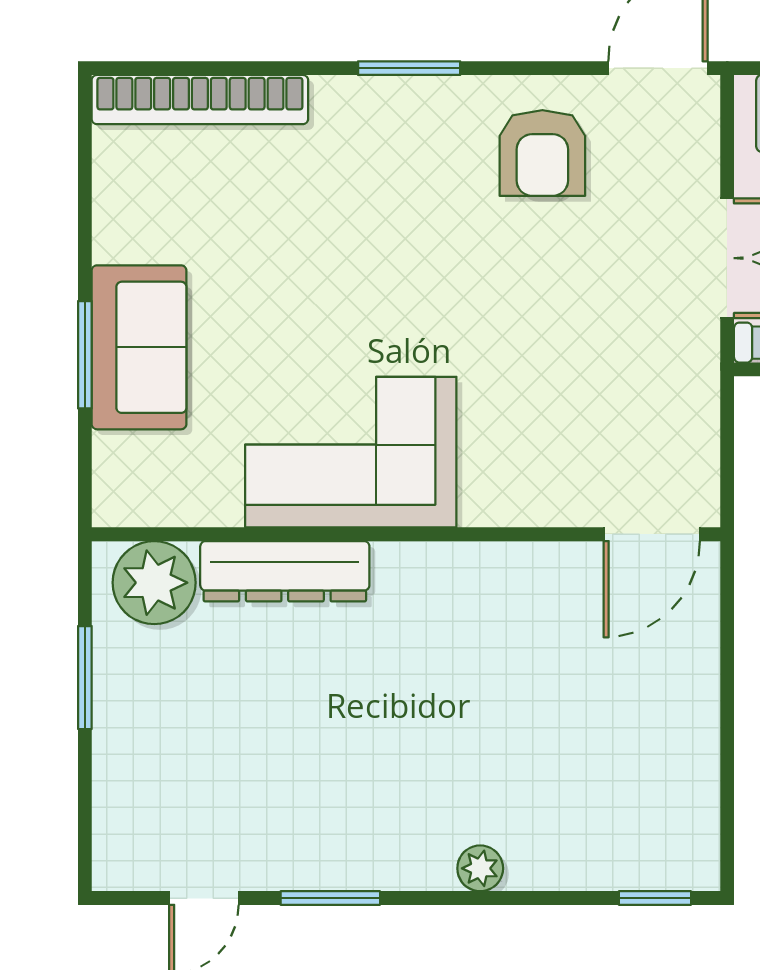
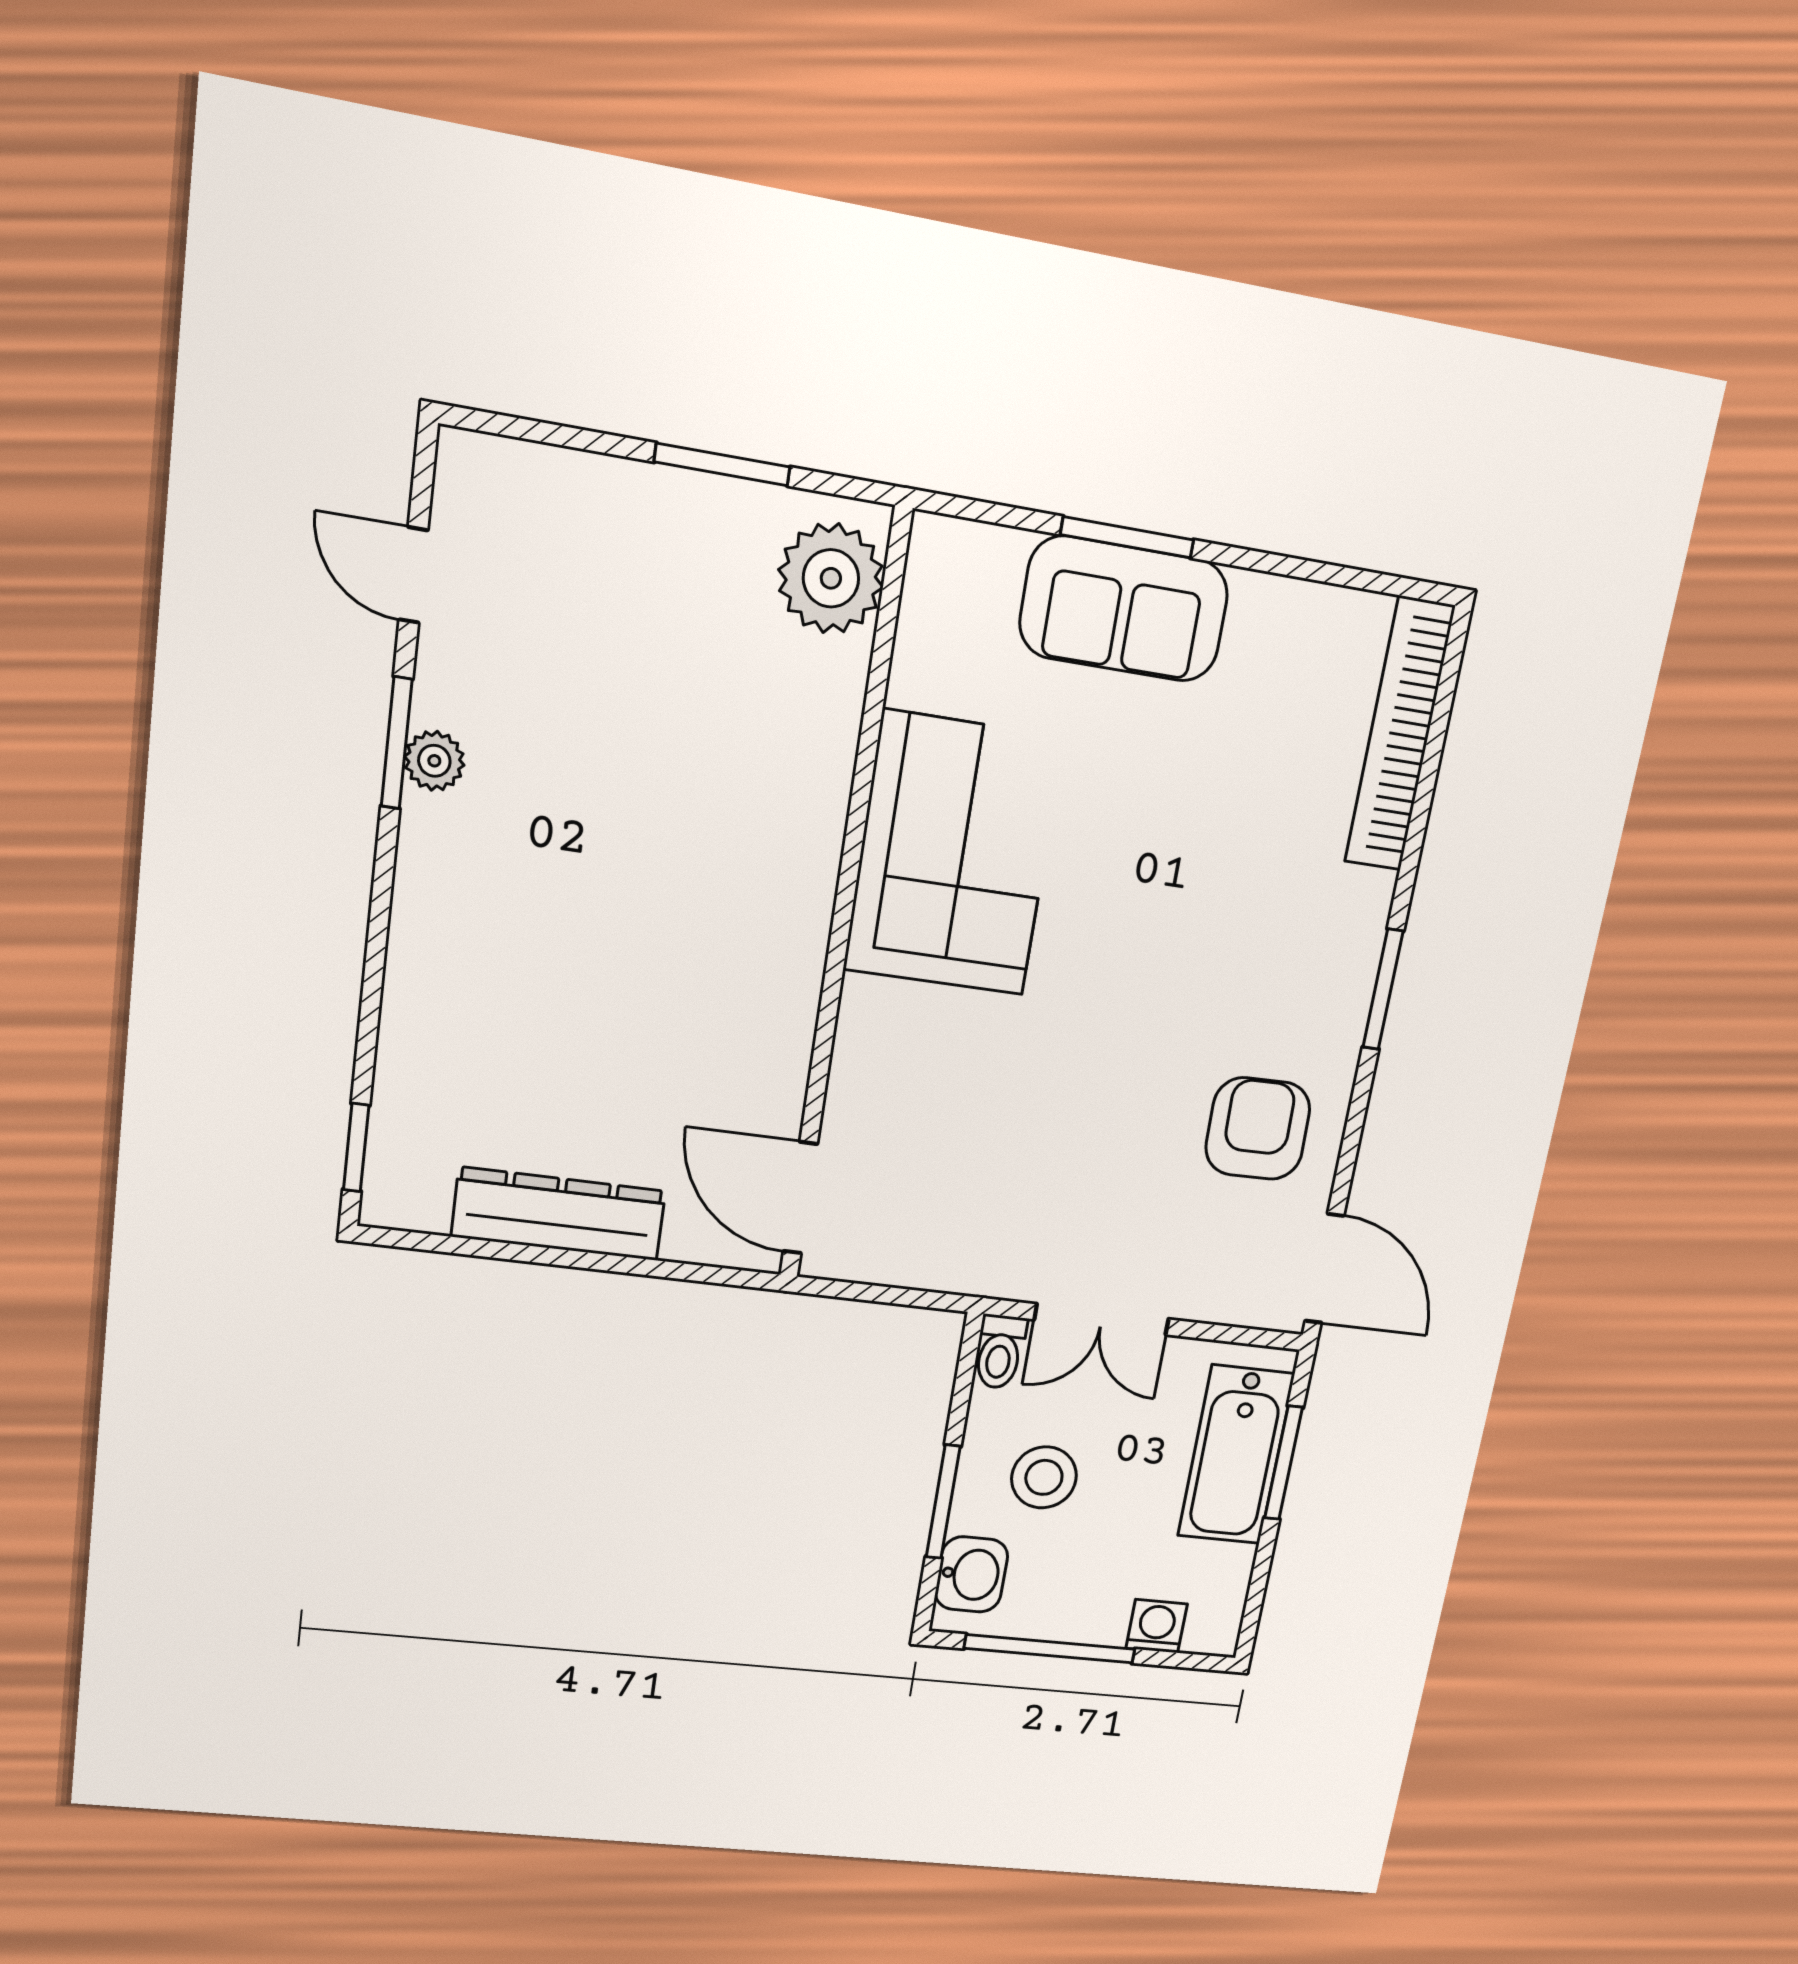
armchair: (542, 153) -> (1258, 1129), turned 89
dresser: (285, 571) -> (559, 1214), moved, turned 90
plant: (480, 868) -> (434, 761), moved

